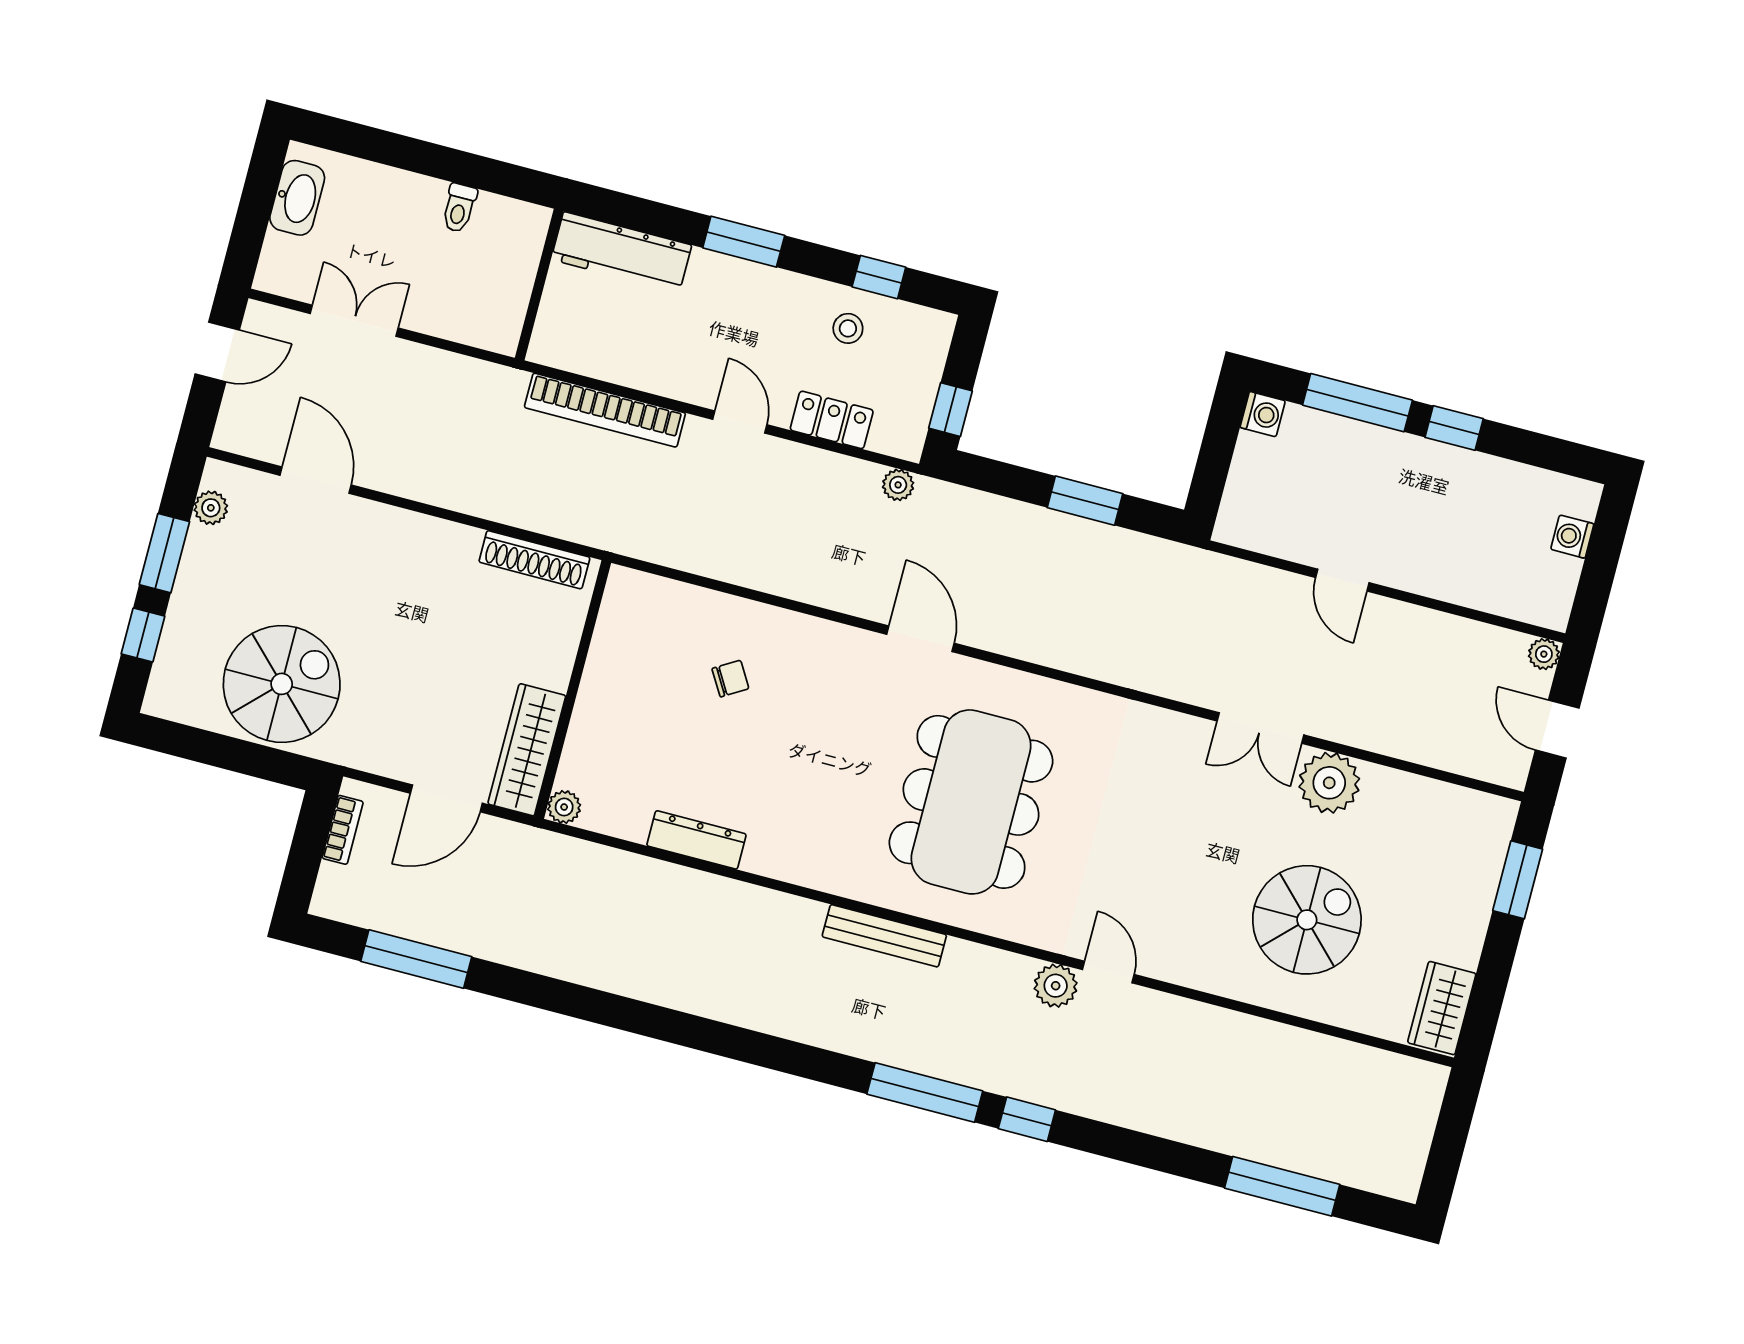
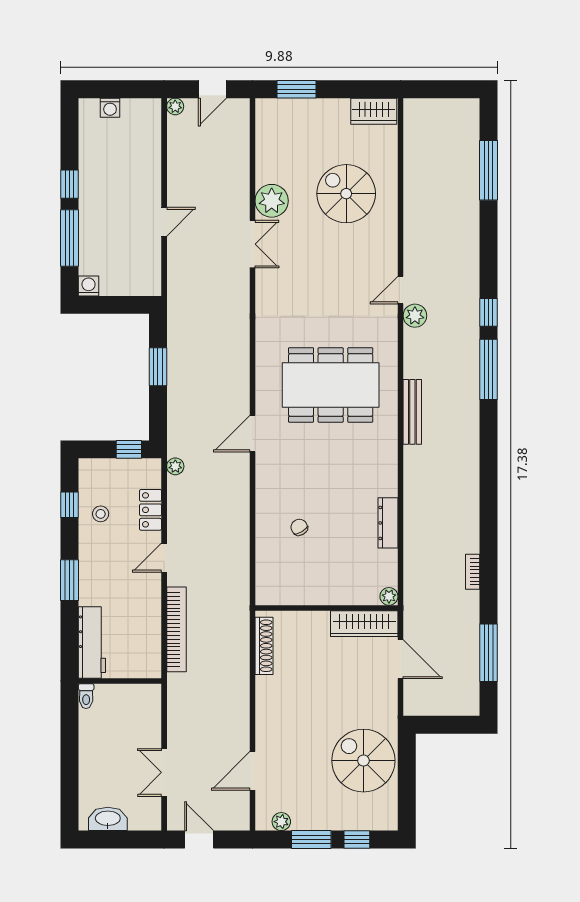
toilet: (459, 208) -> (86, 696), moved, turned 90
bookcase: (343, 830) -> (473, 572), moved, turned -90

